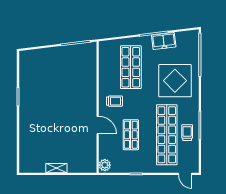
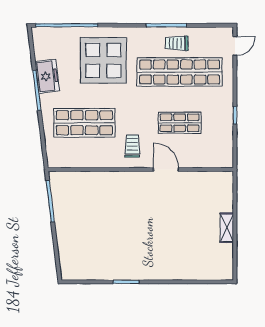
door: (98, 125) -> (166, 170), hinge flipped
plant: (105, 165) -> (223, 160), removed

